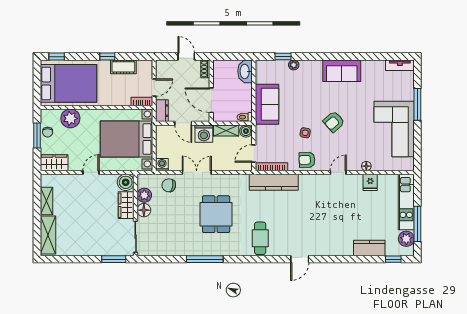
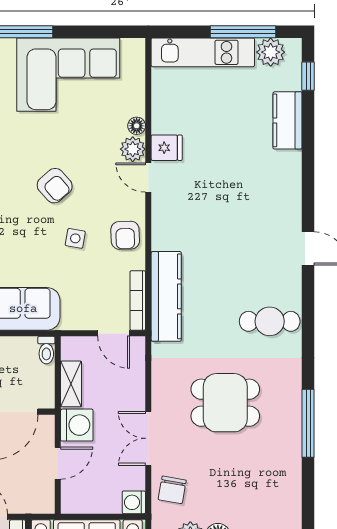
dresser: (162, 111) -> (34, 502), removed
boiler: (246, 131) -> (72, 348), removed
plant: (354, 164) -> (133, 149), added
fridge: (370, 182) -> (167, 148), moved

